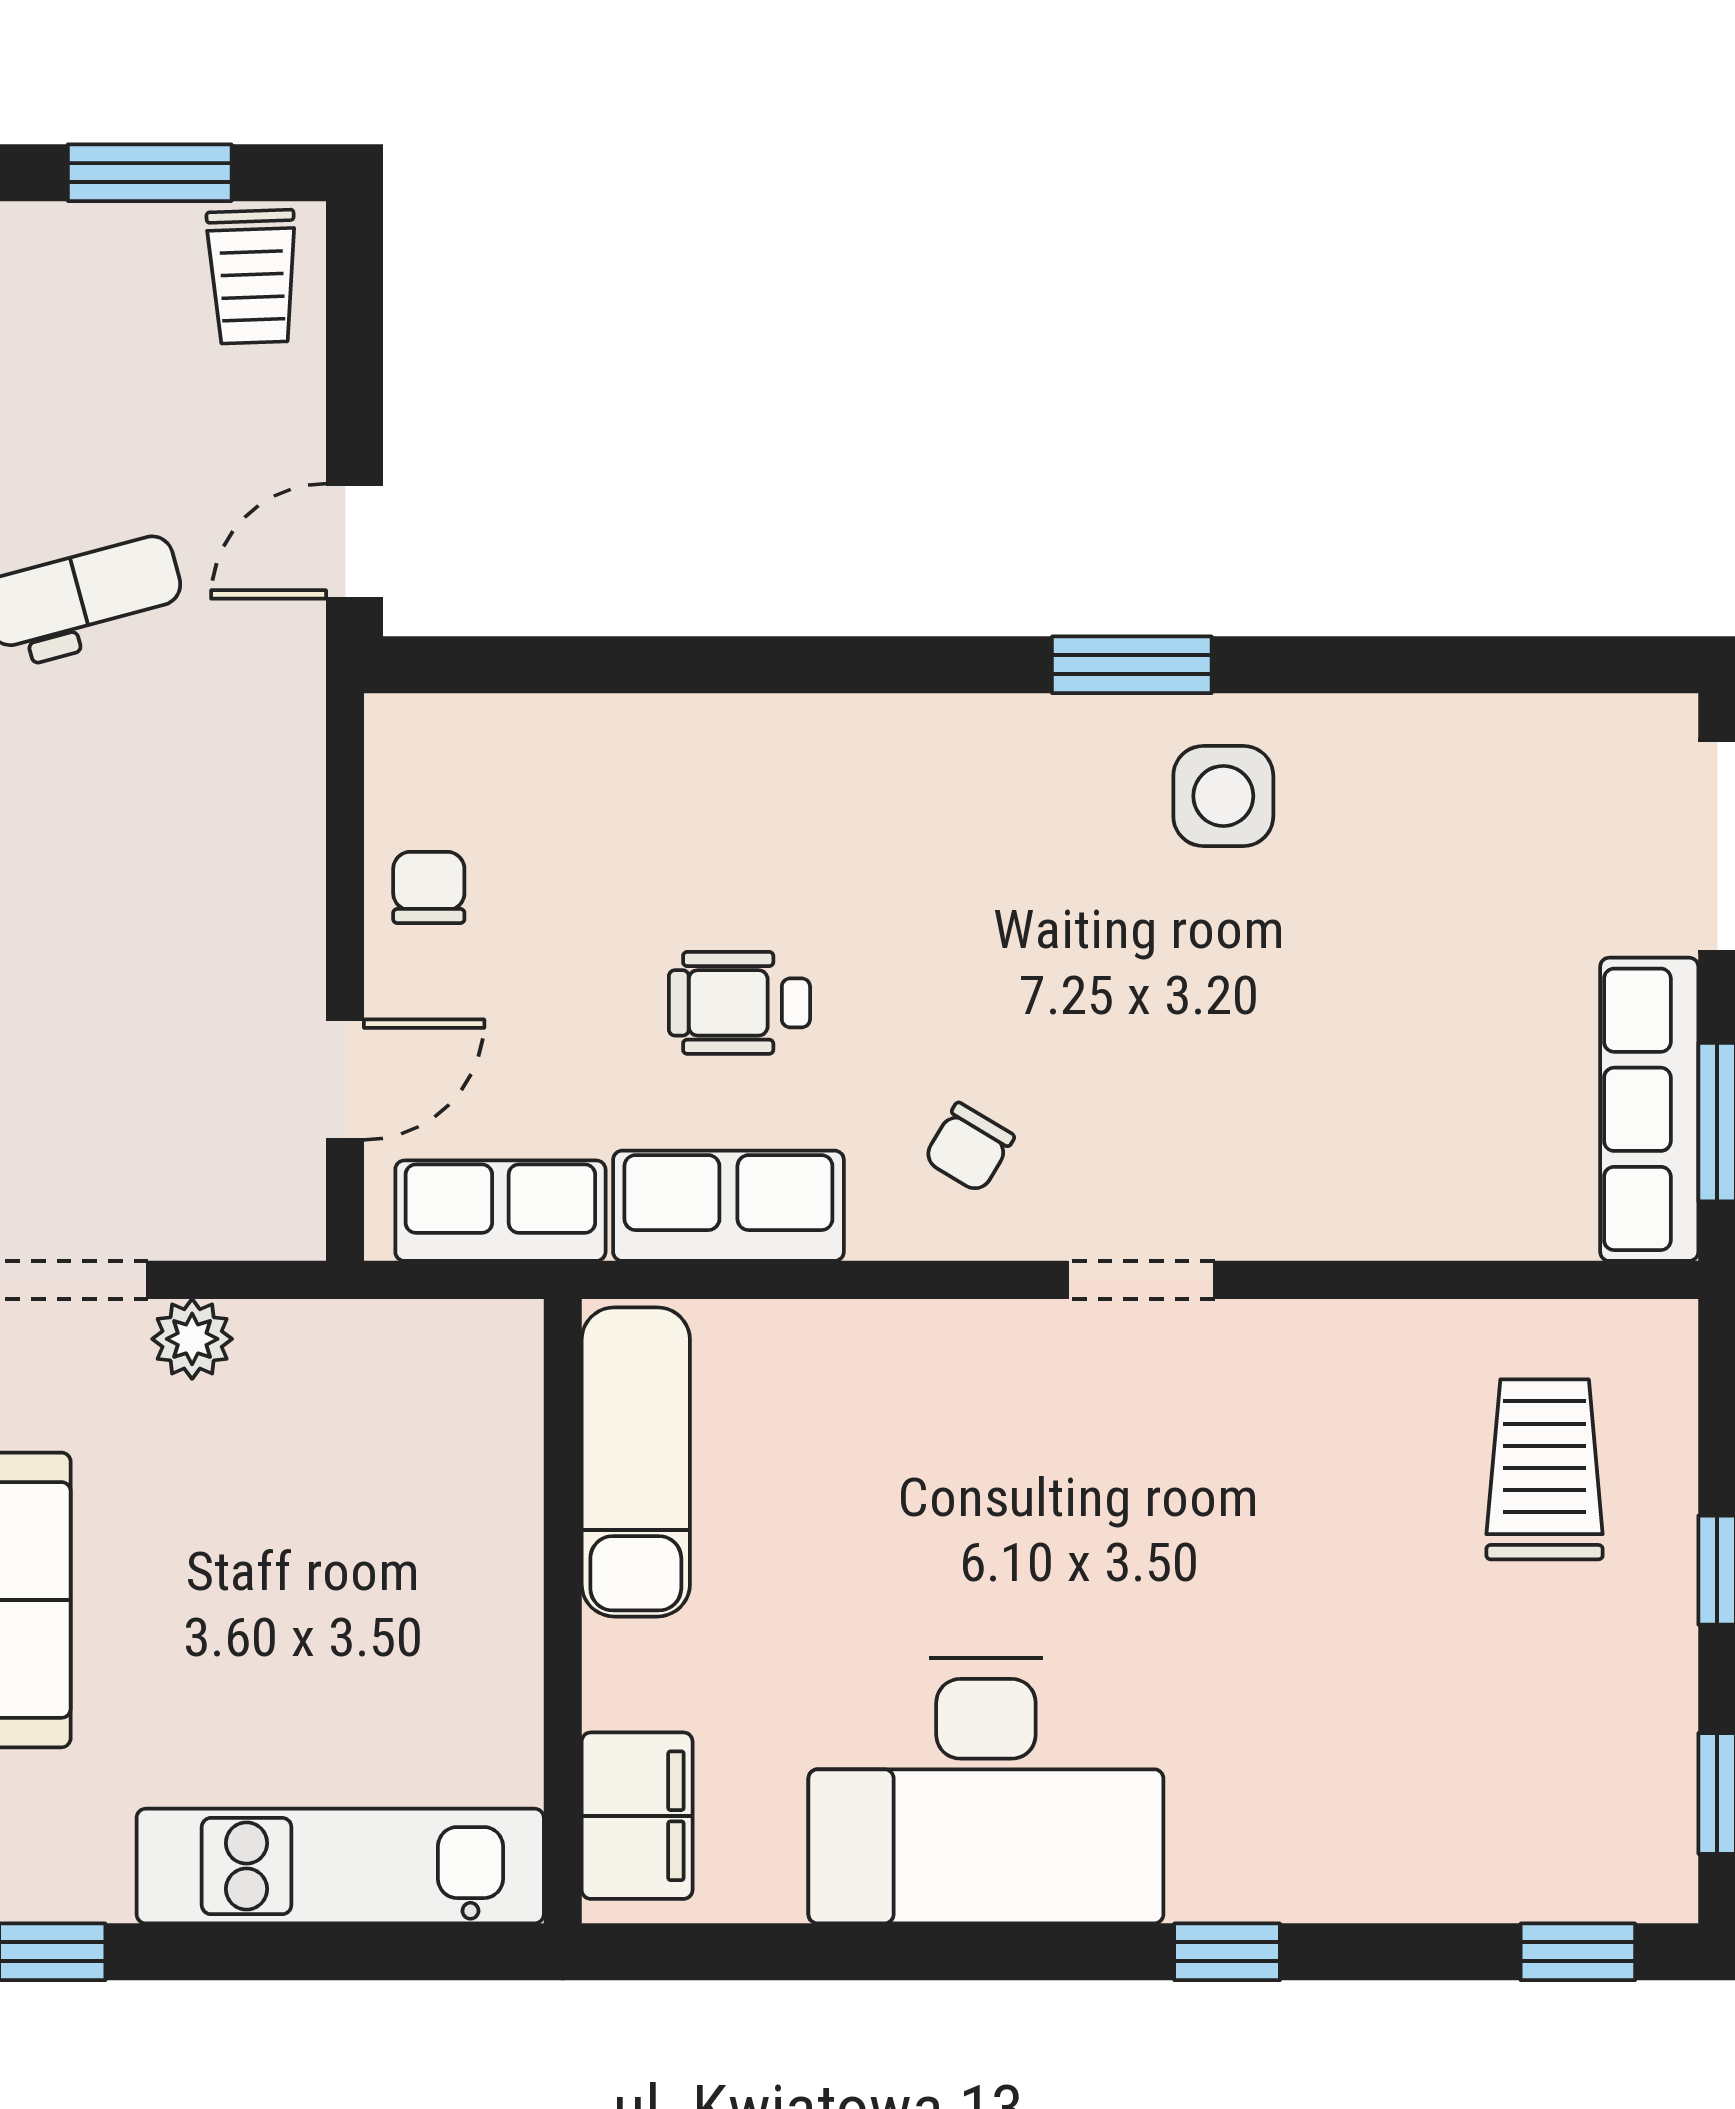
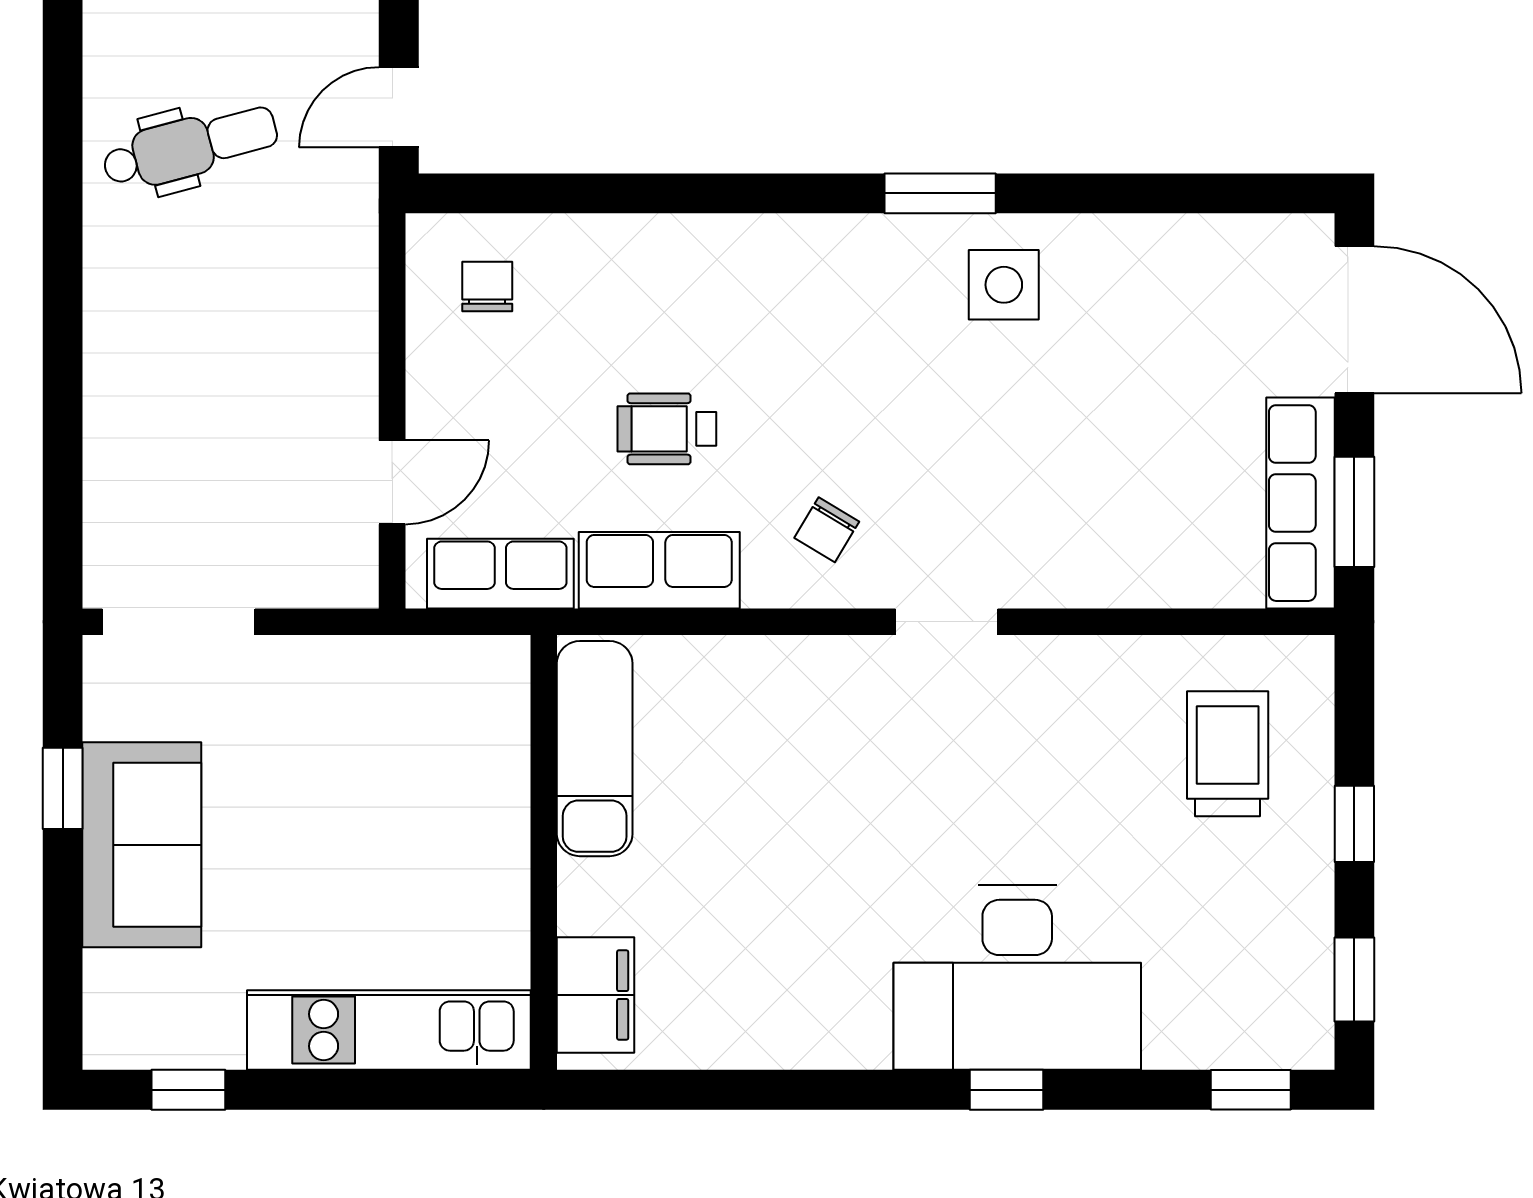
chair: (429, 887) -> (487, 287), moved
plant: (192, 1339) -> (286, 663), removed
desk: (986, 1791) -> (1017, 977), moved

